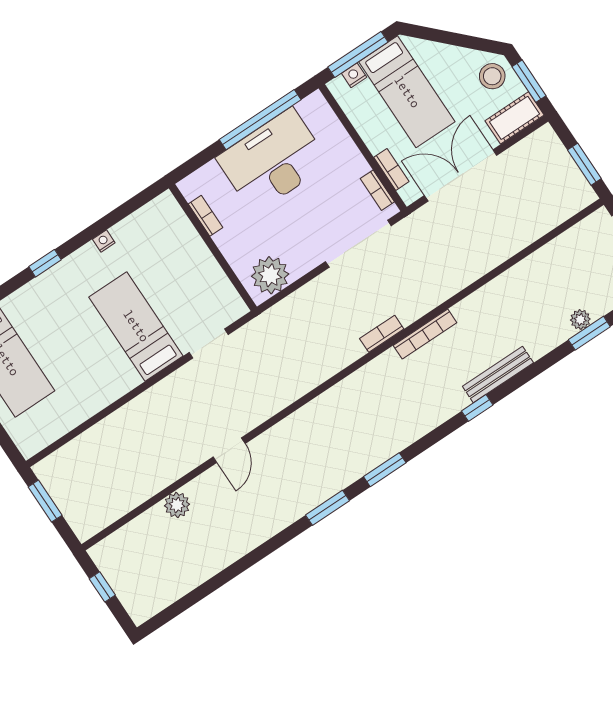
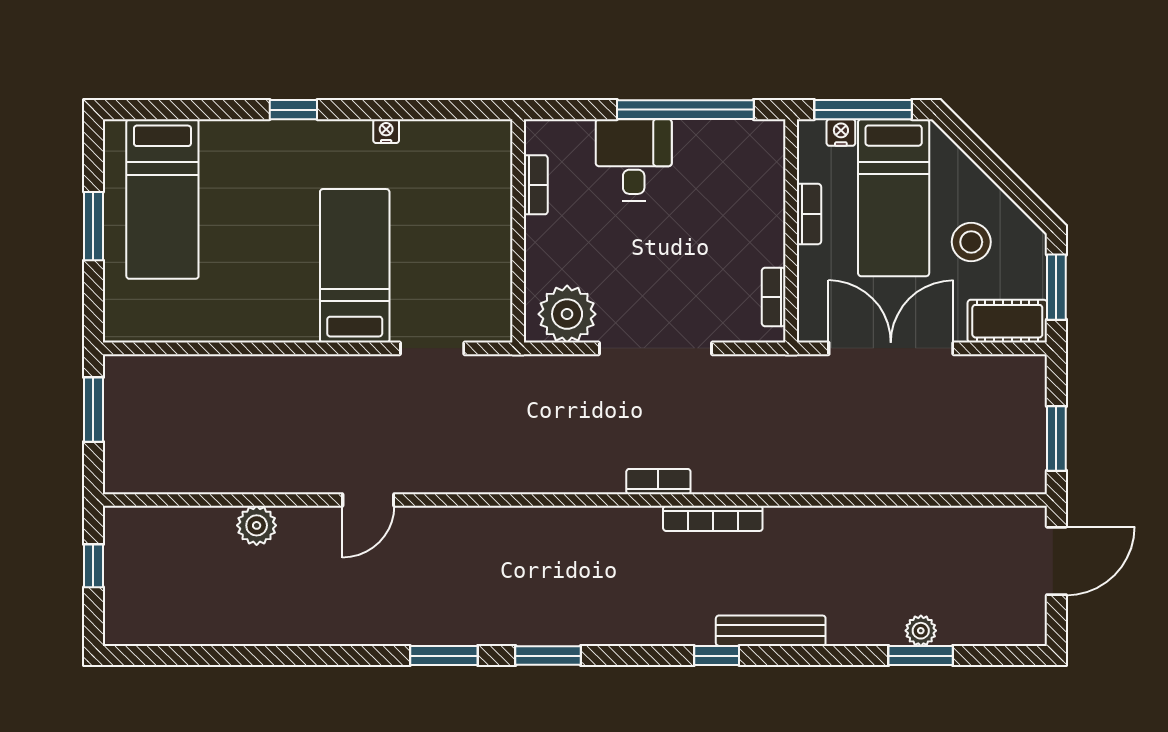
stool: (492, 76) -> (971, 242), moved
desk: (273, 161) -> (634, 160), width x0.53, depth x0.77
bookcase: (391, 169) -> (809, 214), moved
doorway: (358, 244) -> (655, 348), moved

